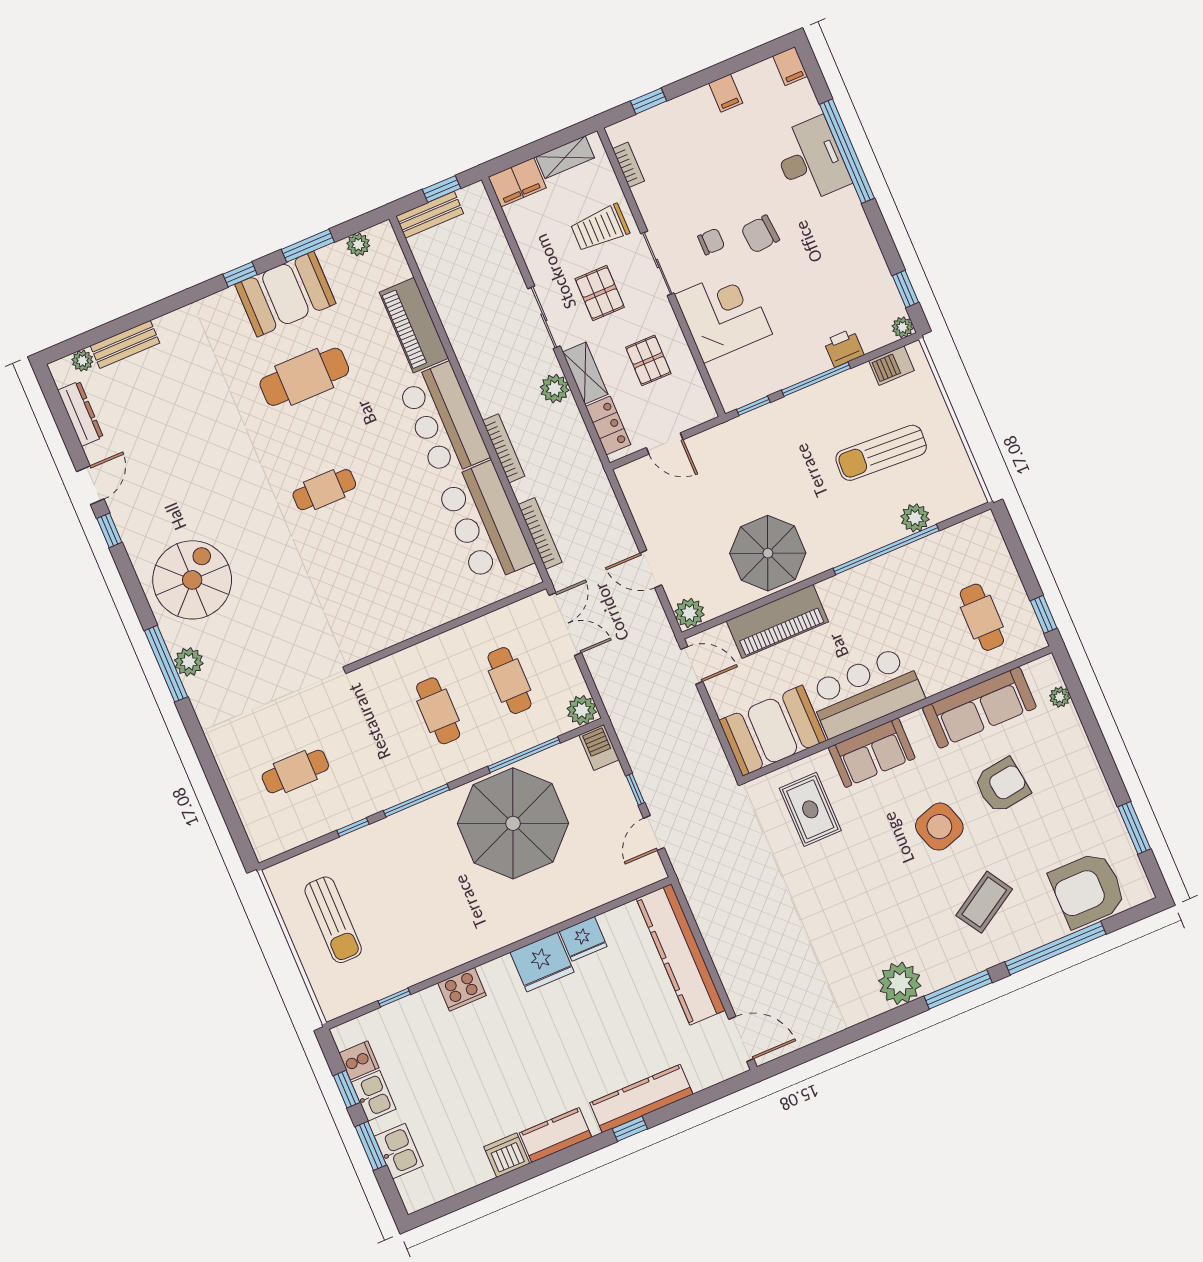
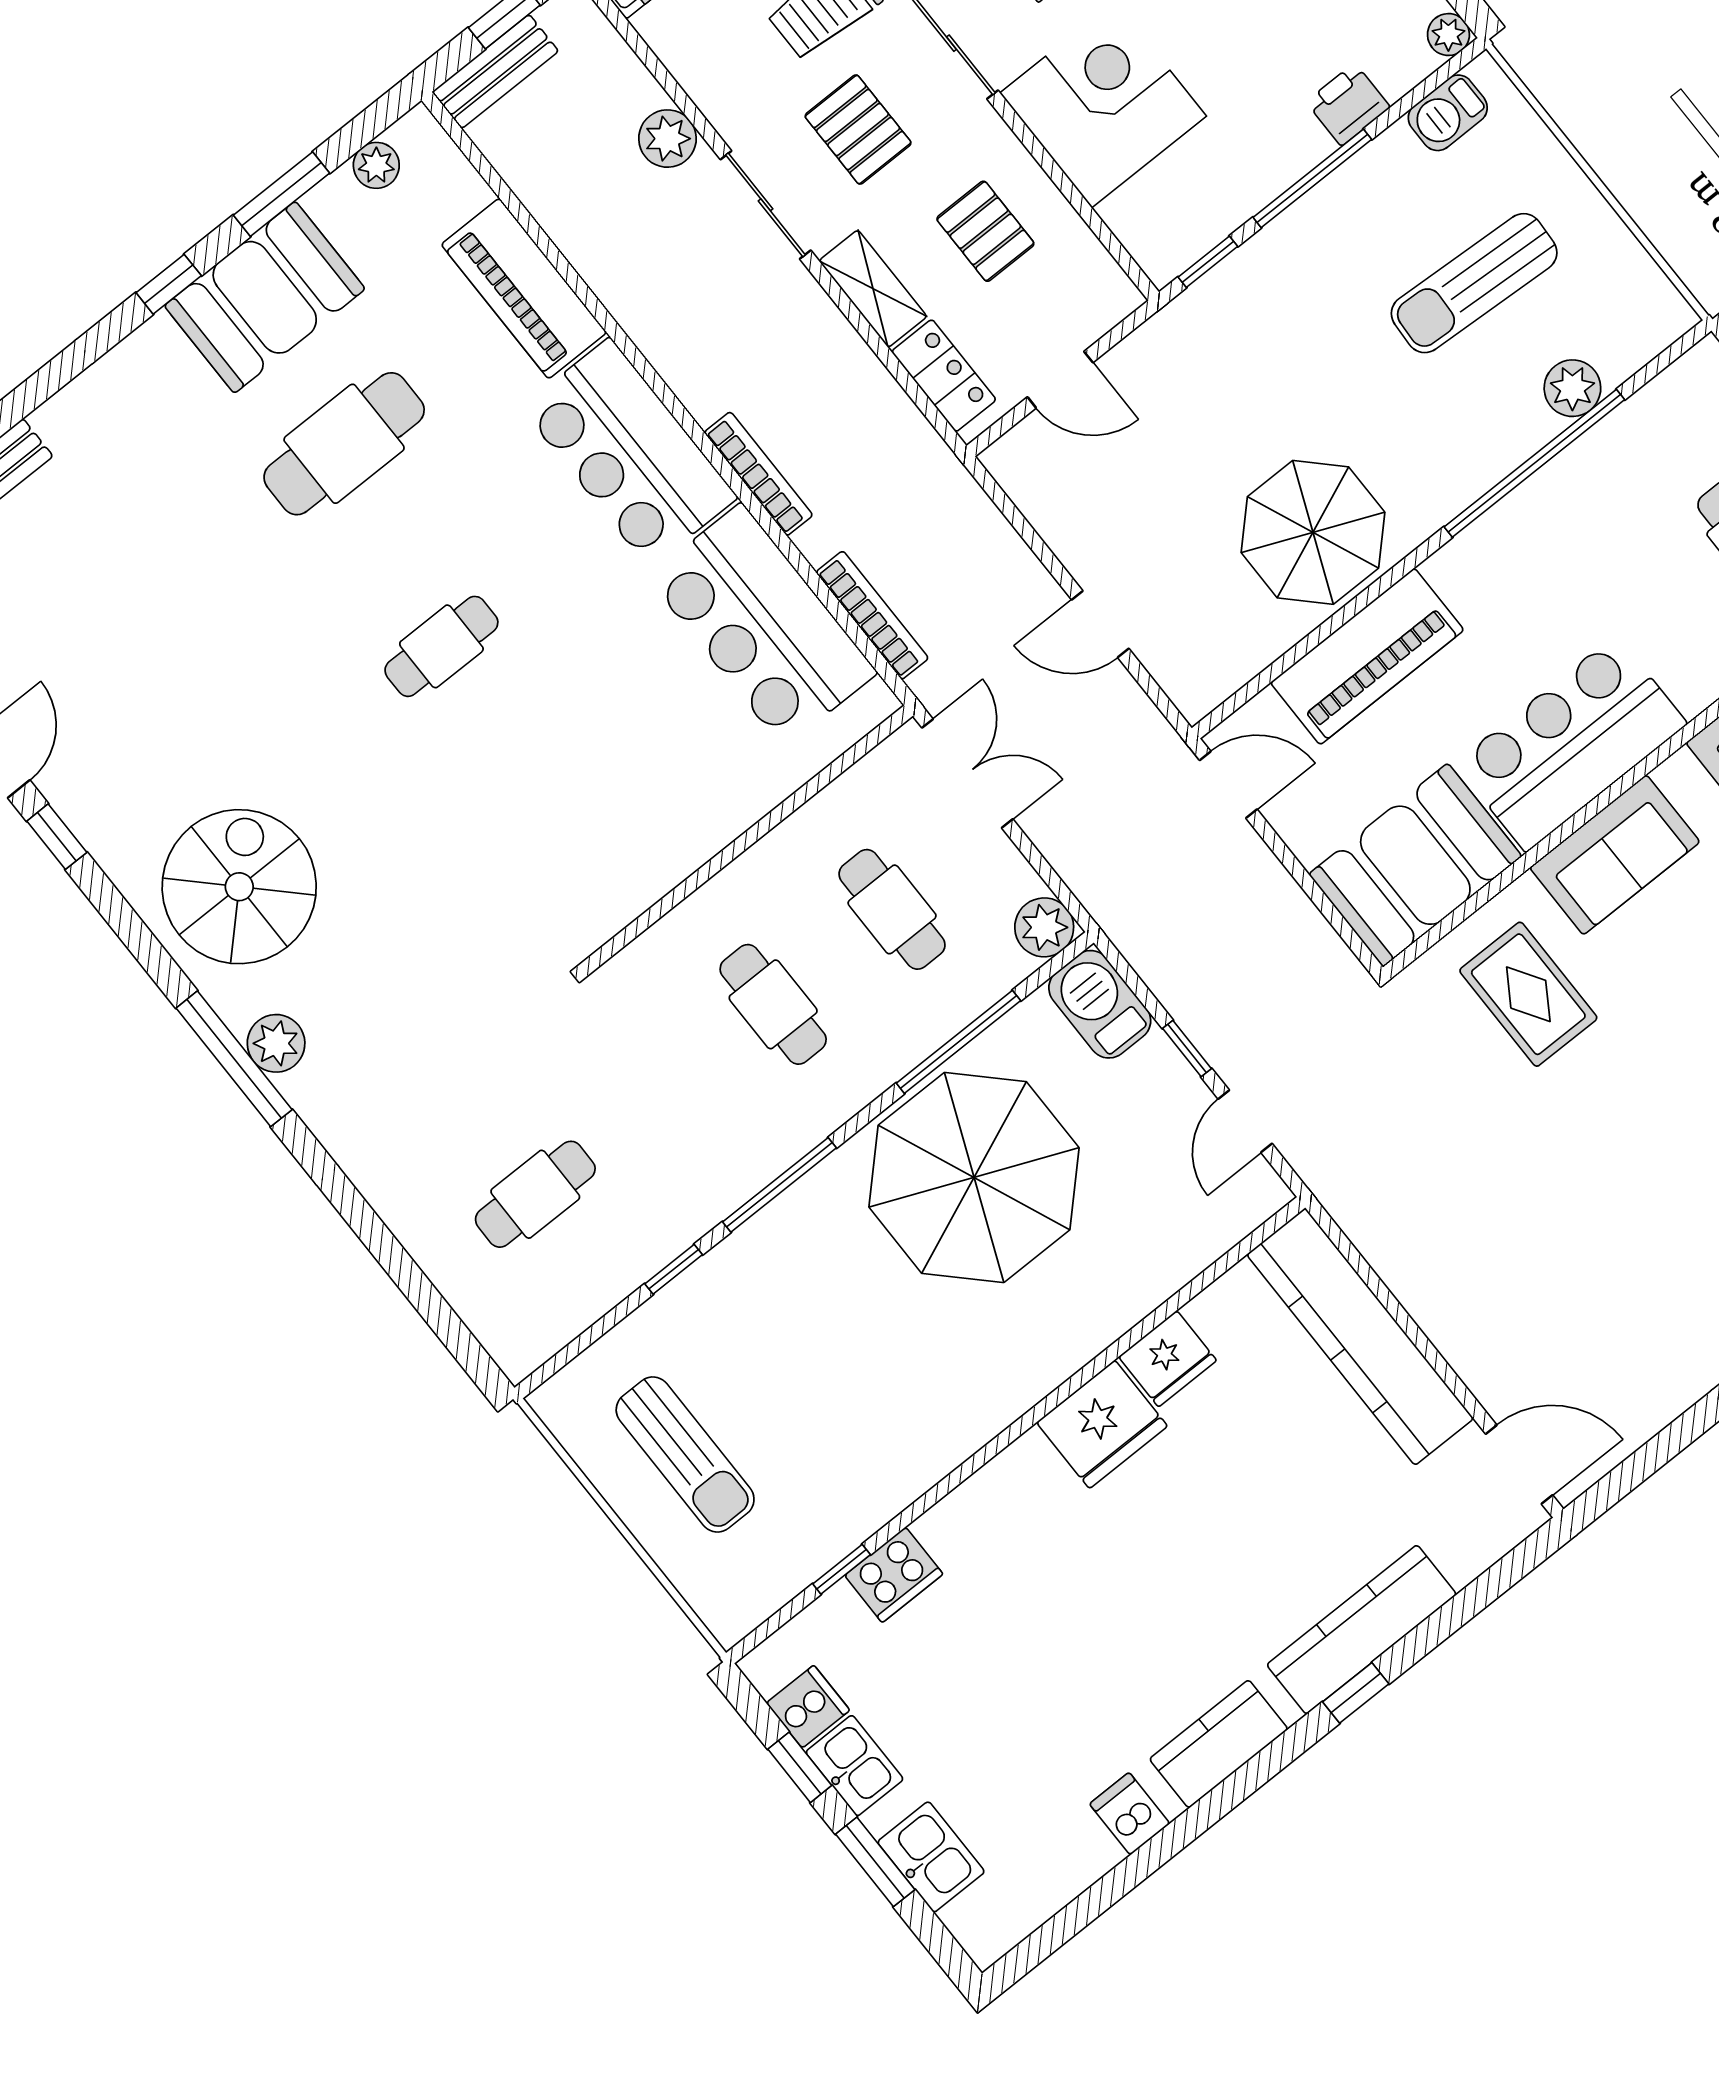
plant: (555, 389) -> (667, 139), moved
plant: (689, 613) -> (1196, 687), removed
barbecue: (599, 747) -> (1100, 1004), width x1.38, depth x1.27
cooker: (462, 989) -> (894, 1575), moved
dishwasher: (507, 1155) -> (1130, 1814), width x0.73

